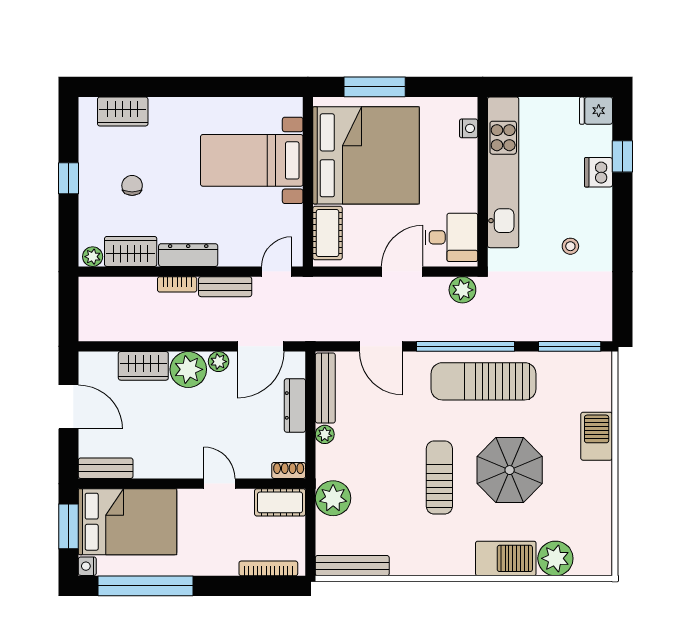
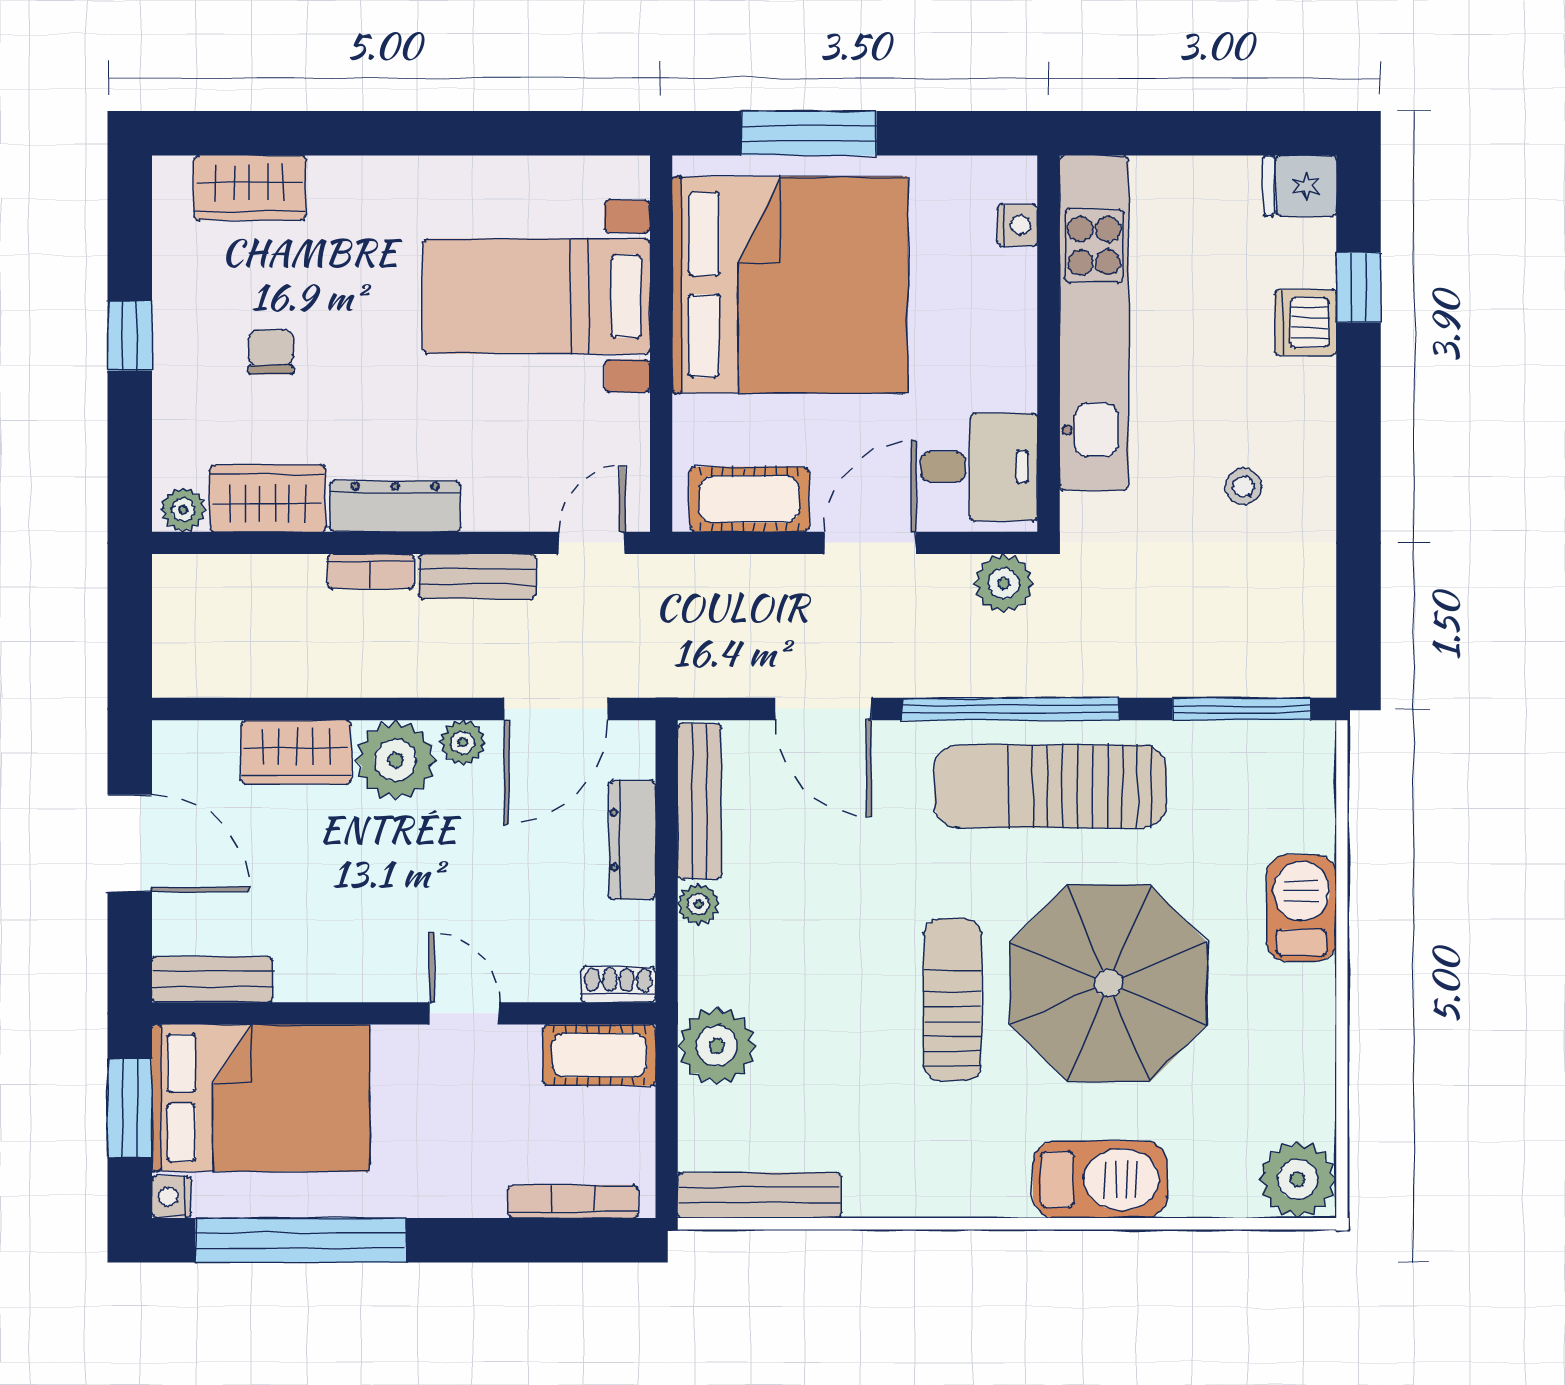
cot: (328, 233) -> (749, 499), moved, turned 90
parasol: (510, 470) -> (1108, 983), width x1.36, depth x1.36
plant: (555, 558) -> (1298, 1179), moved

